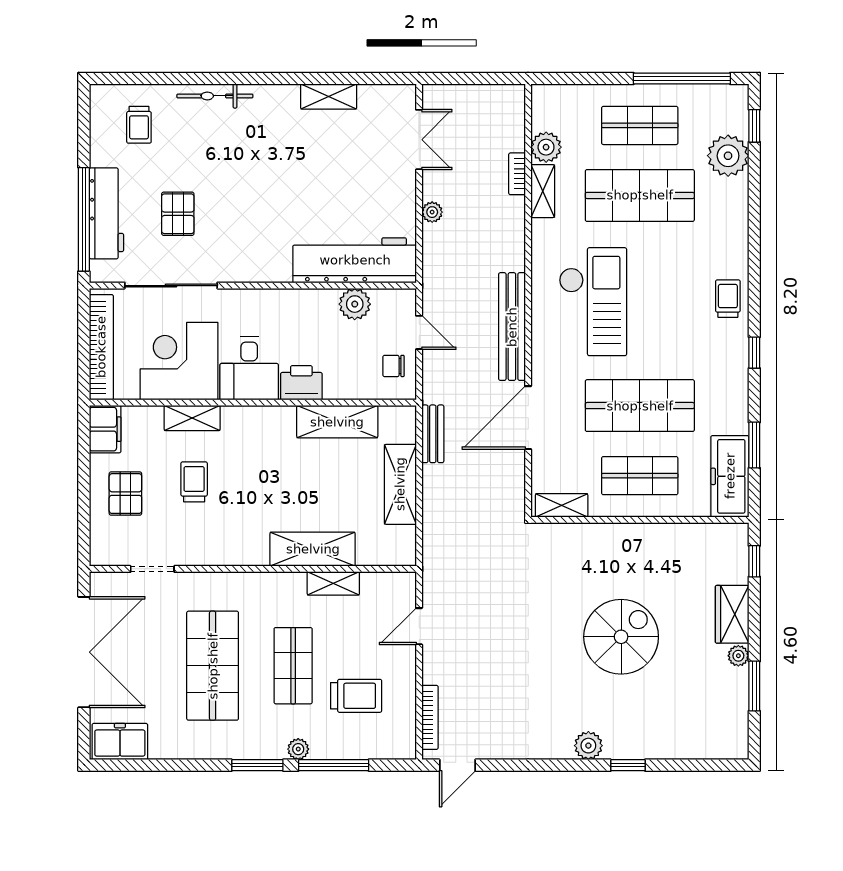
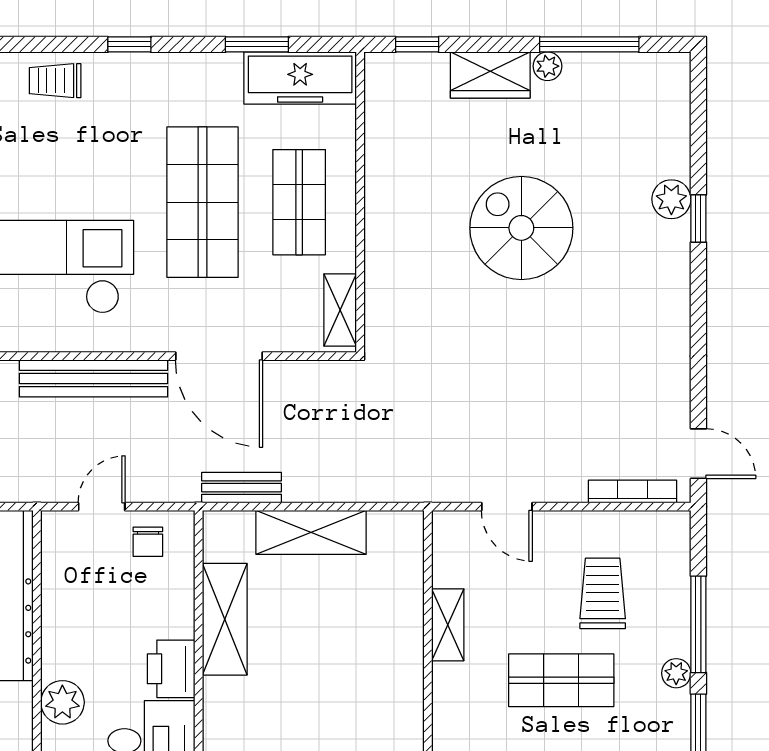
plant: (355, 304) -> (62, 702), moved
shelving: (313, 549) -> (401, 653), removed
window: (754, 686) -> (589, 44), width x1.44
plant: (588, 746) -> (671, 199), moved

